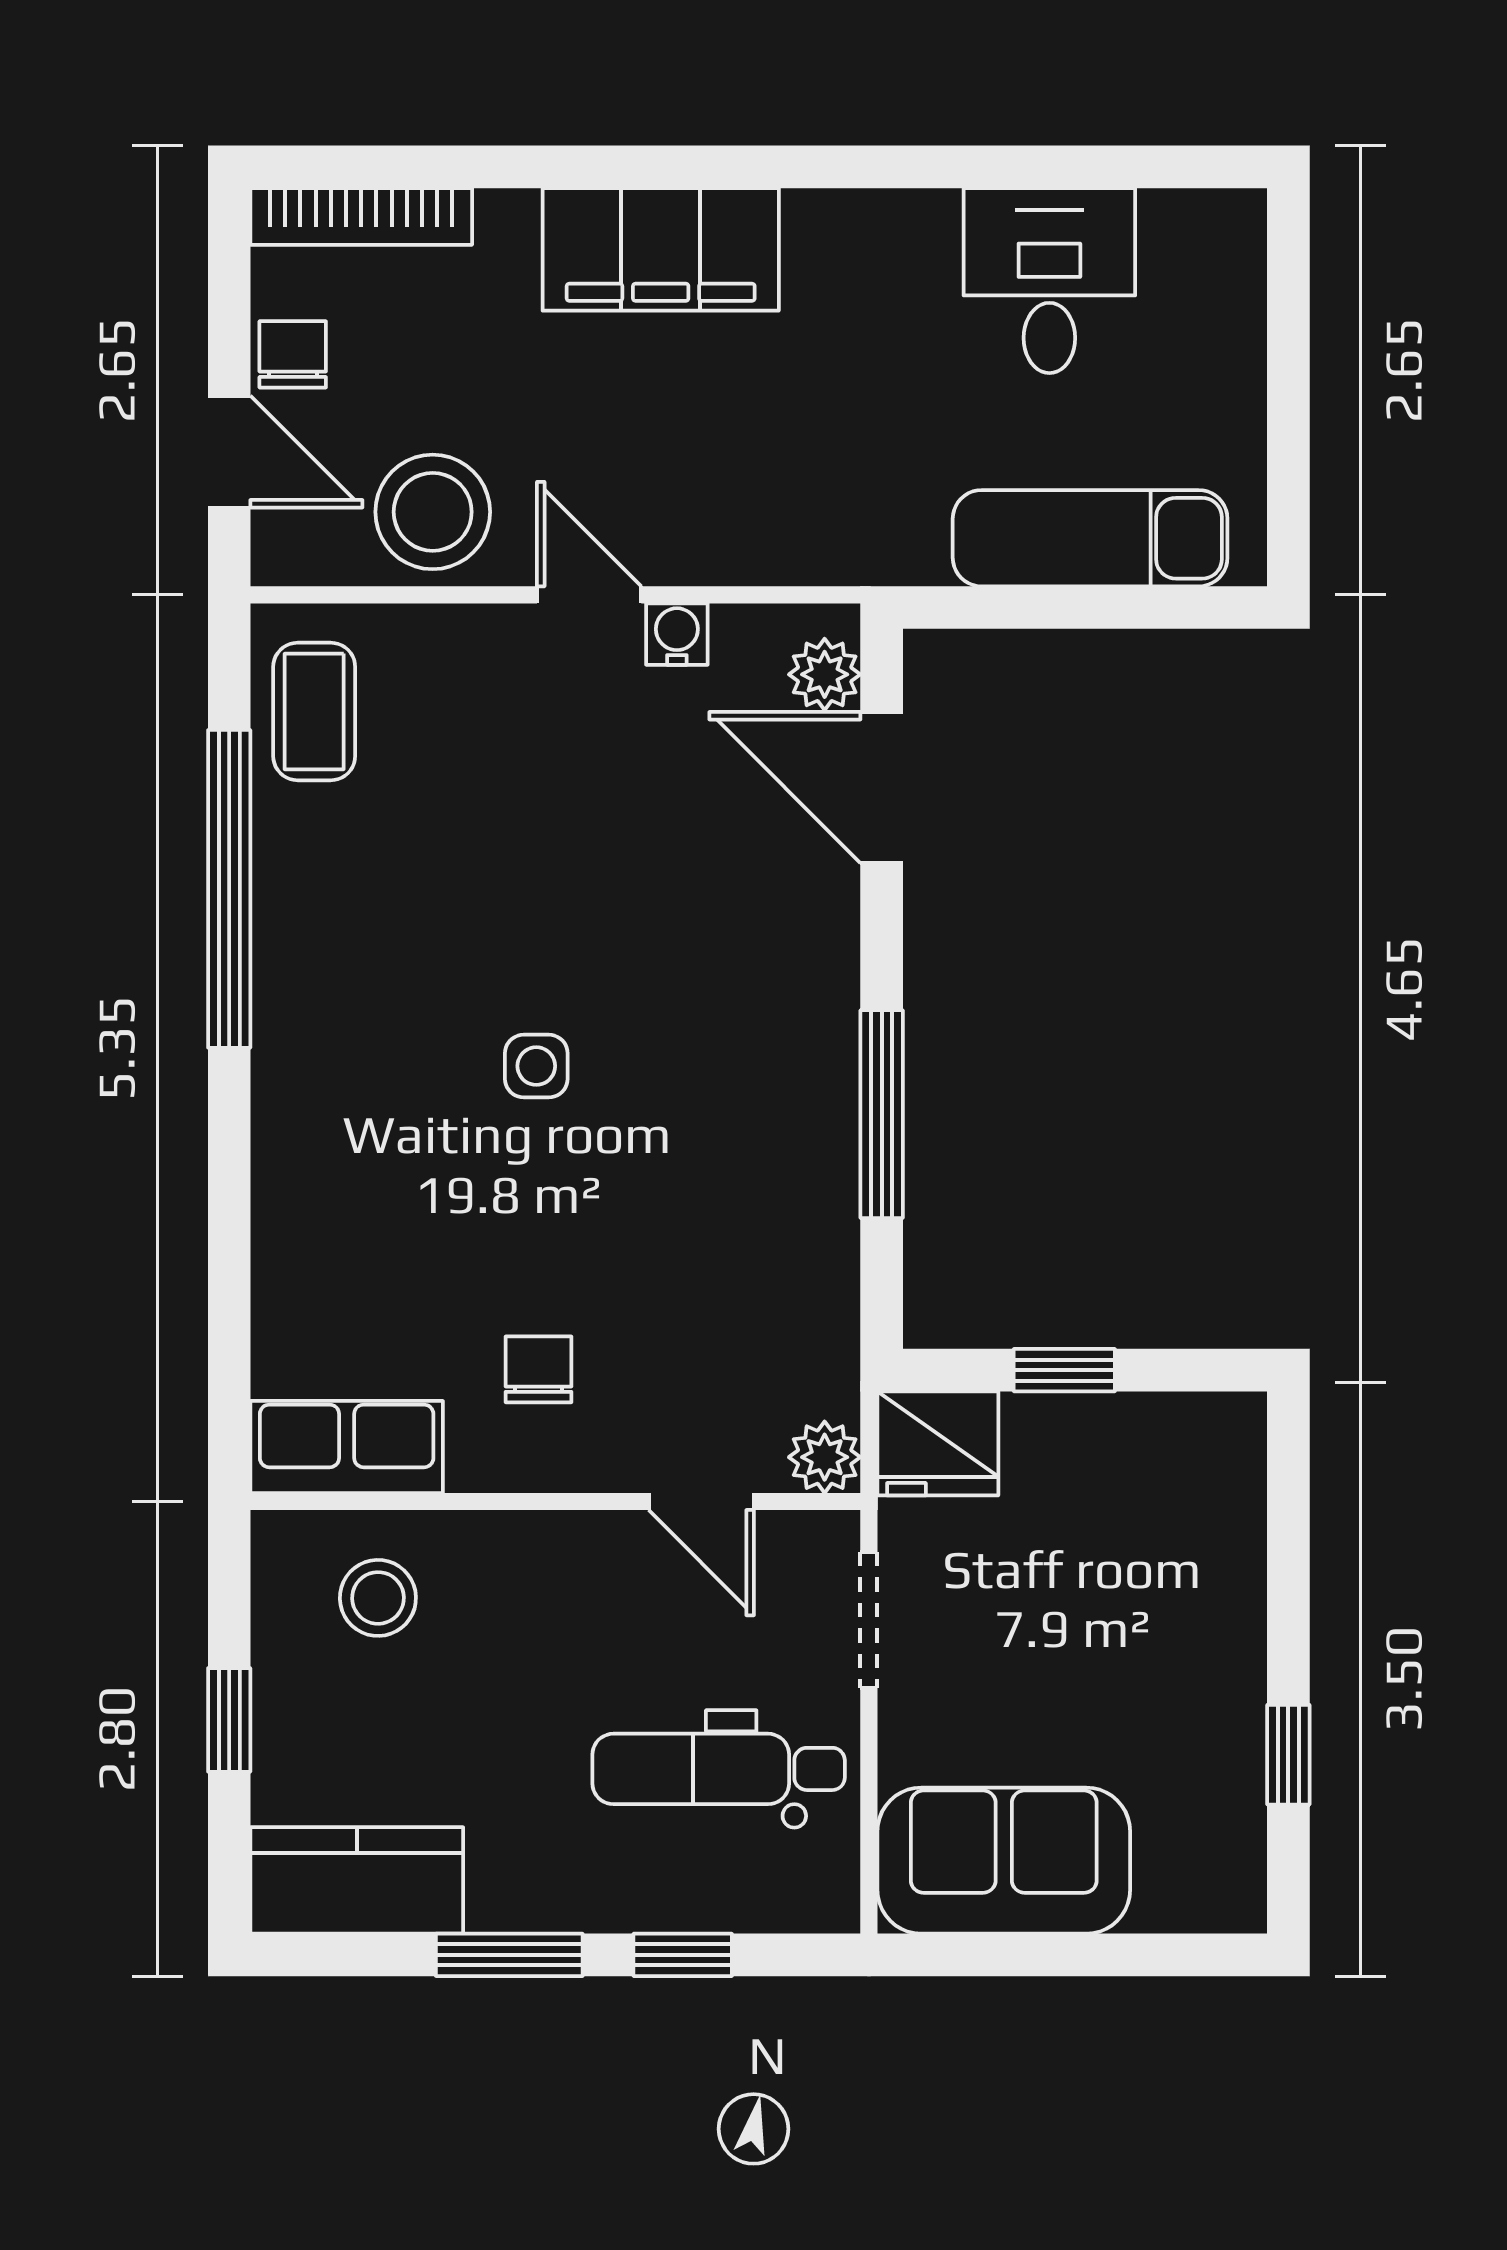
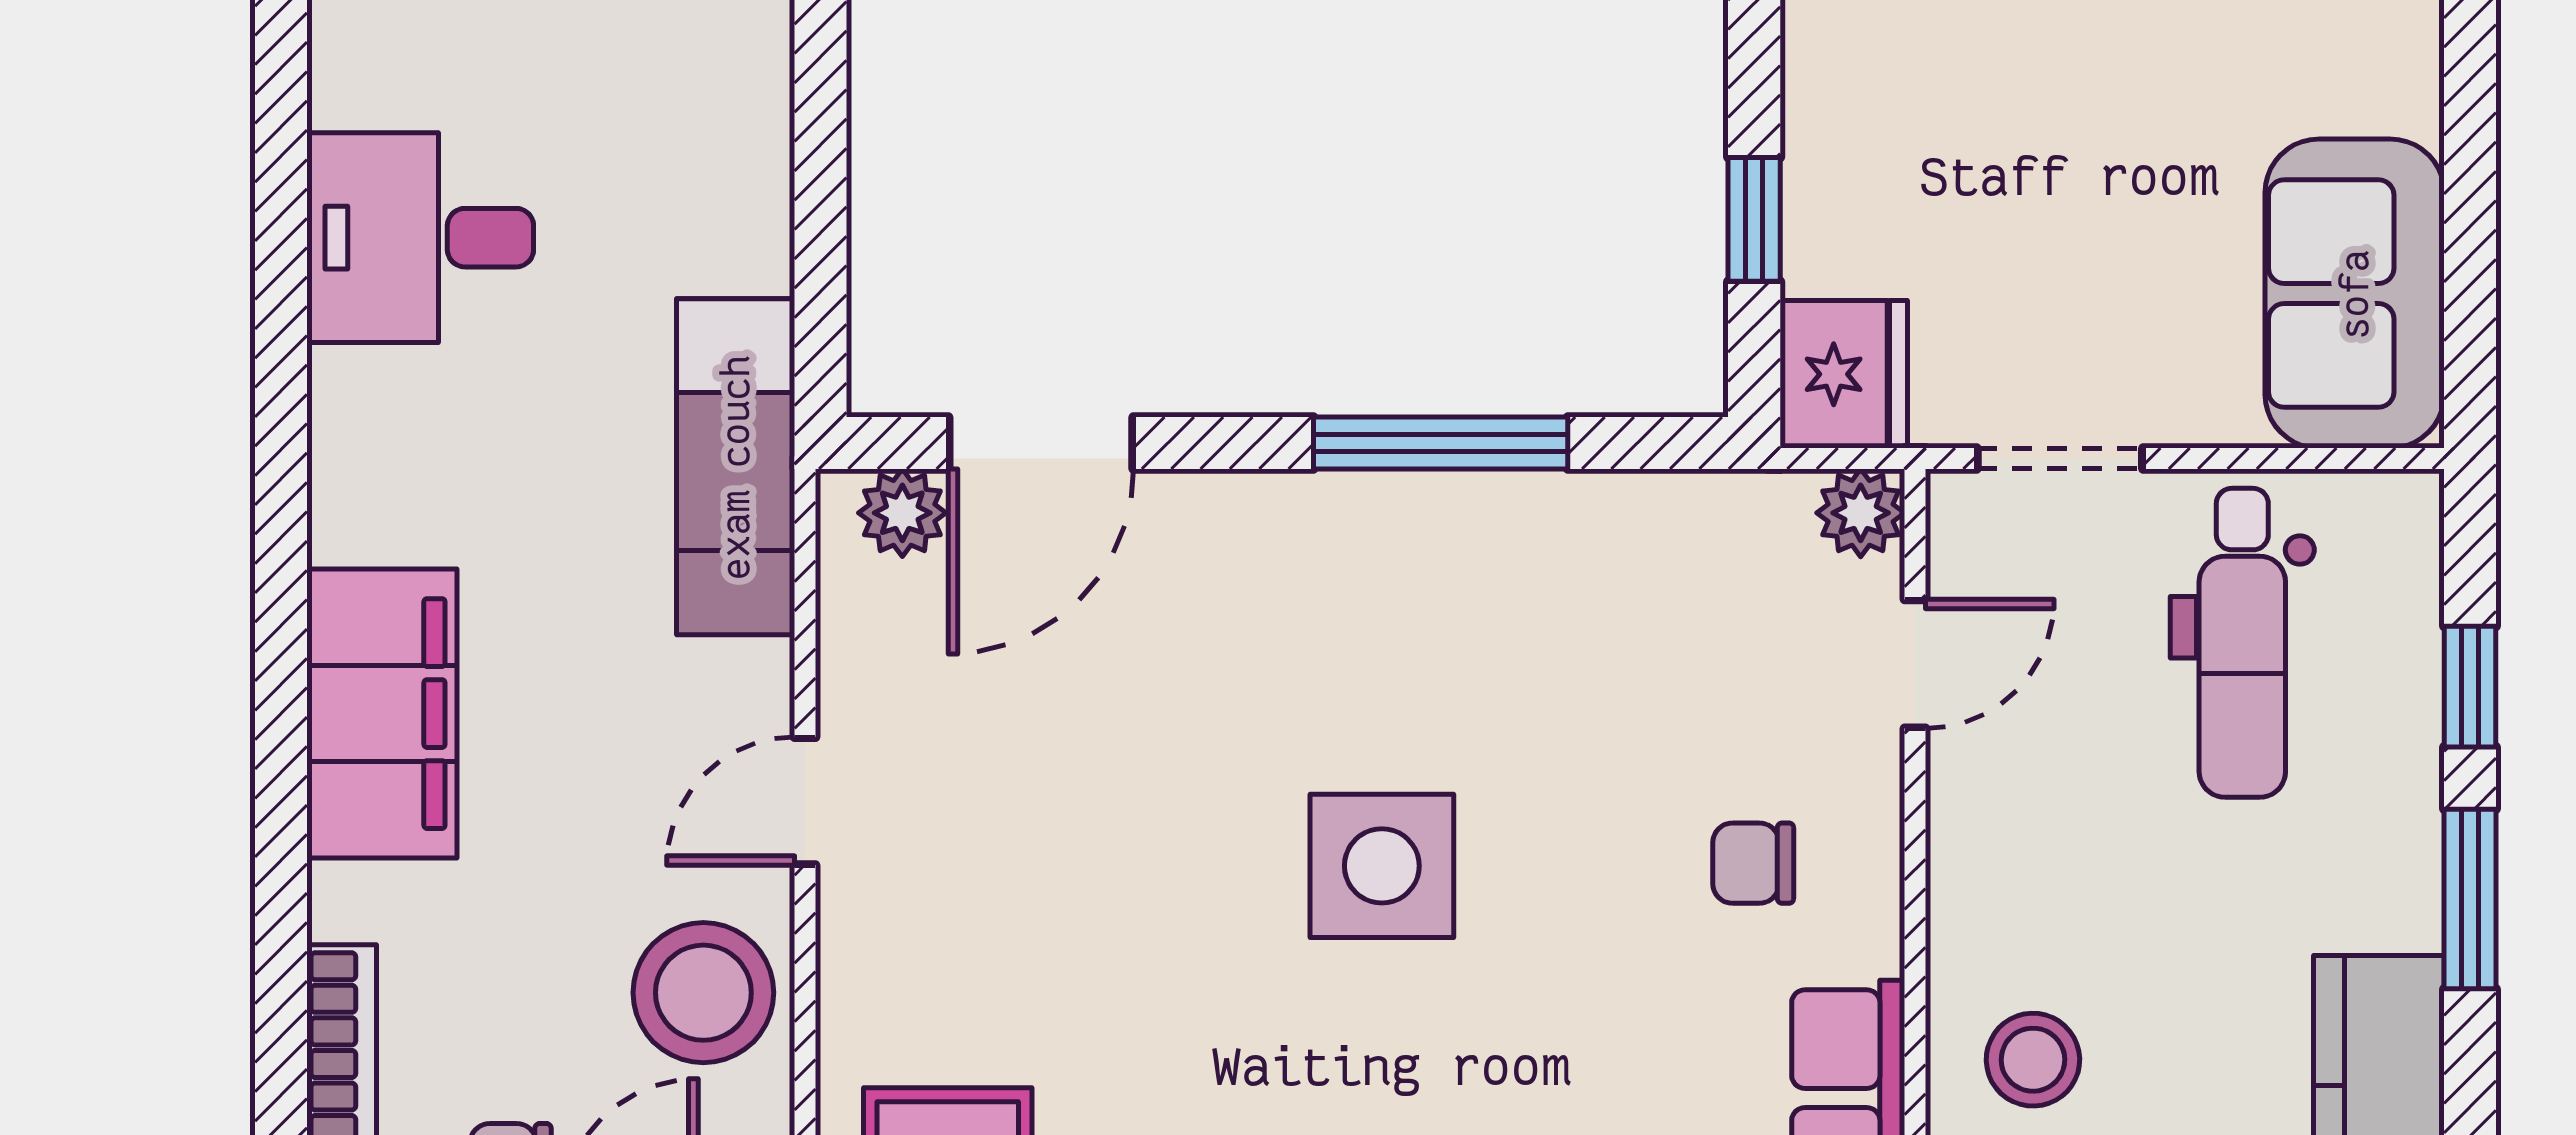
exam couch: (1090, 538) -> (736, 467), moved
water cooler: (677, 634) -> (853, 694), removed
side table: (536, 1066) -> (1382, 866), width x1.87, depth x1.87

